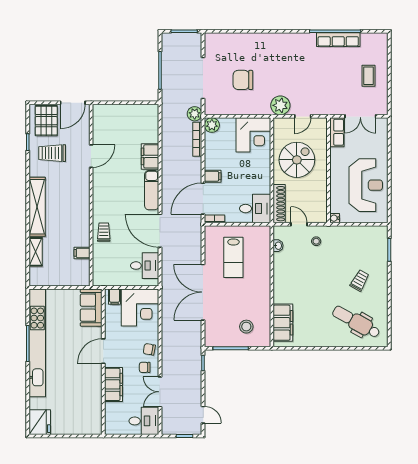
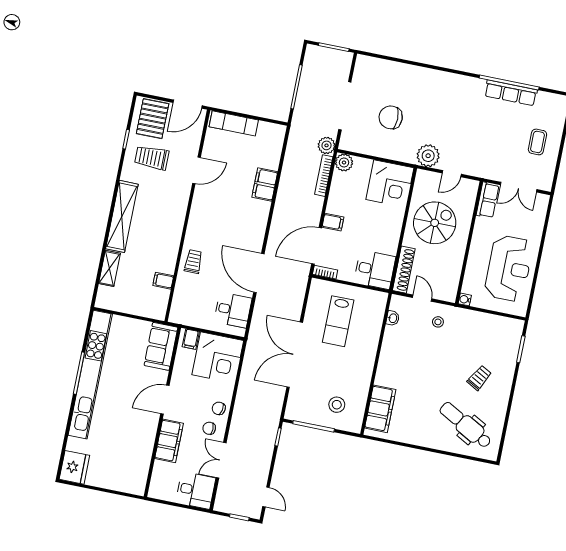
exam couch: (152, 190) -> (234, 123), moved, turned -90

